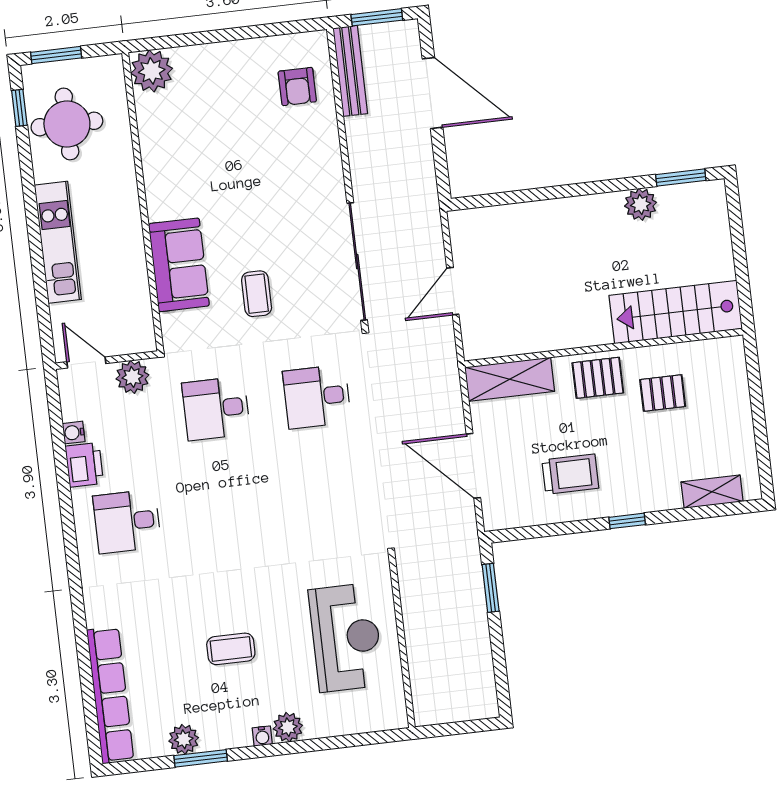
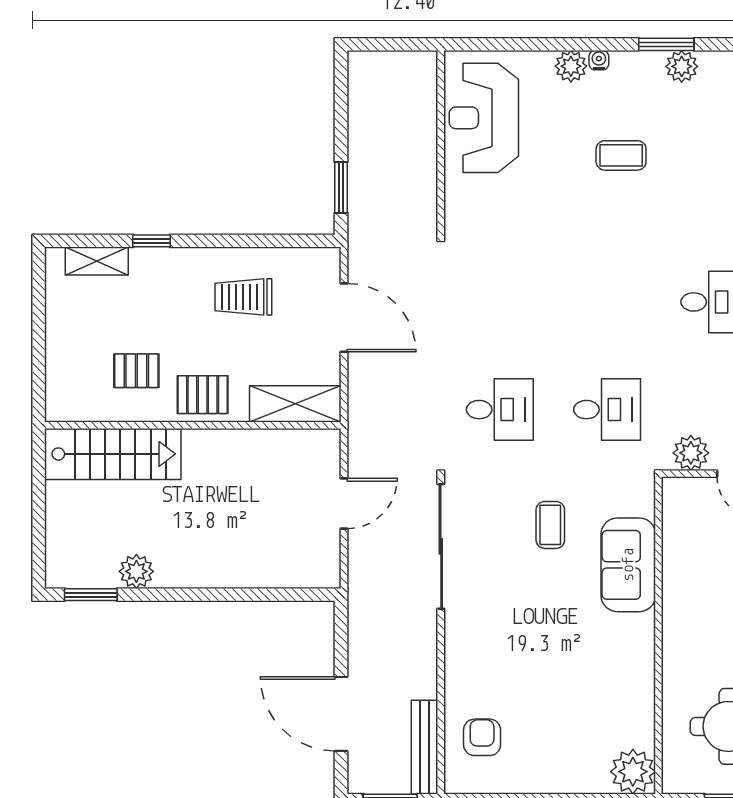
window: (627, 521) -> (151, 241), moved
reception desk: (346, 637) -> (484, 118), moved

